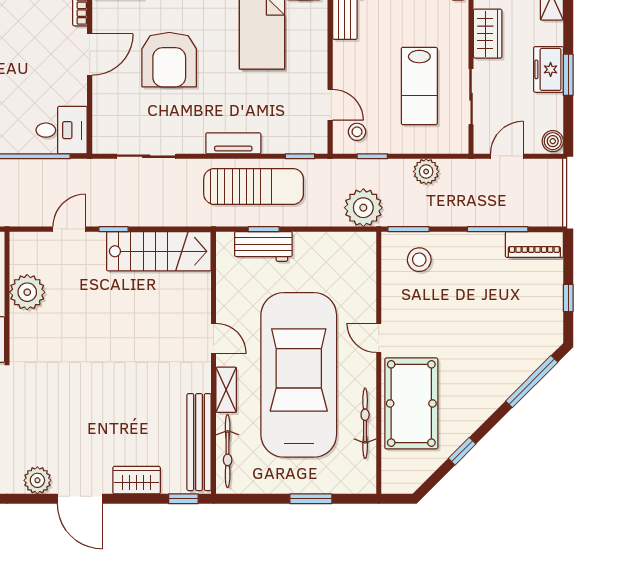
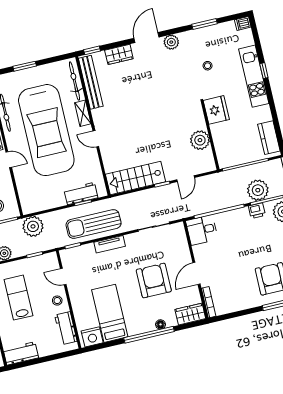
stool: (357, 132) -> (57, 301), moved
door: (80, 499) -> (147, 38), hinge flipped

